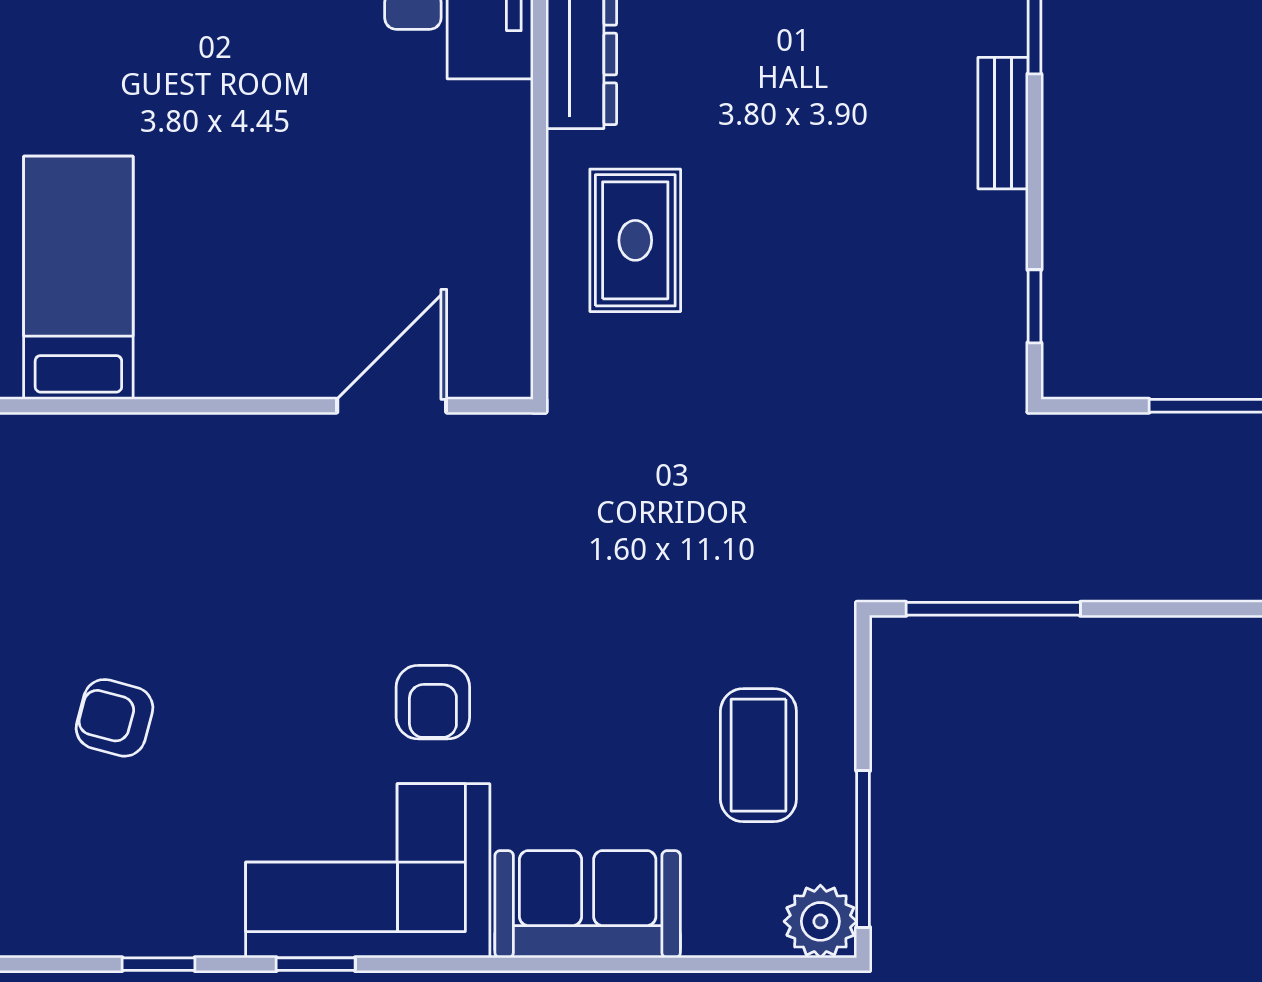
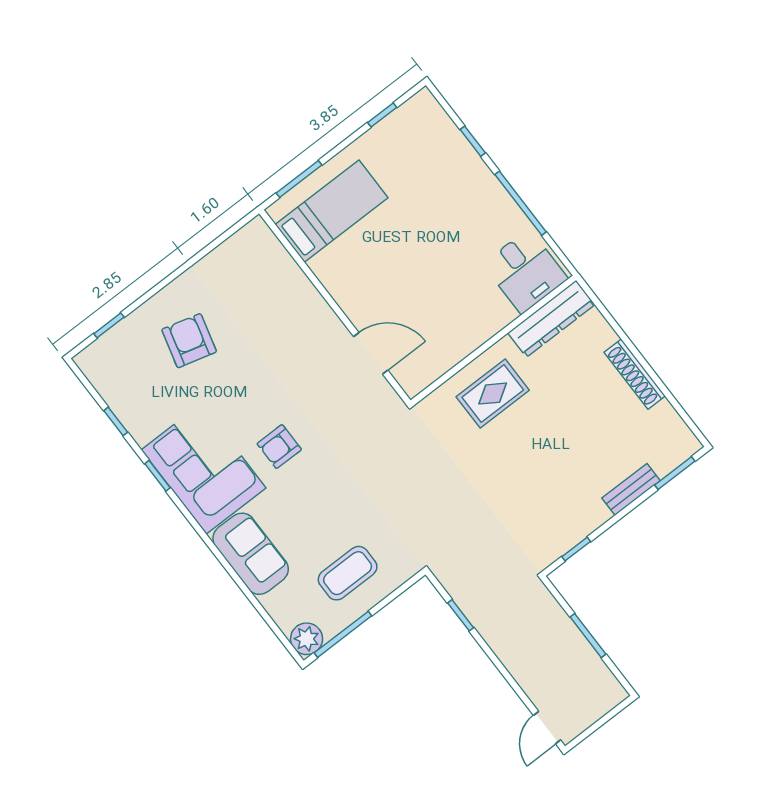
window: (993, 609) -> (461, 615), width x0.46
armchair: (114, 718) -> (189, 341), width x1.38, depth x1.38

